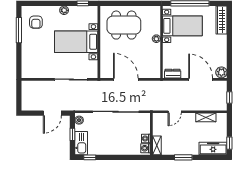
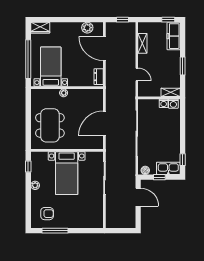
wardrobe: (221, 20) -> (40, 28), width x0.67
plant: (221, 72) -> (87, 28), moved
door: (201, 79) -> (104, 48), hinge flipped

